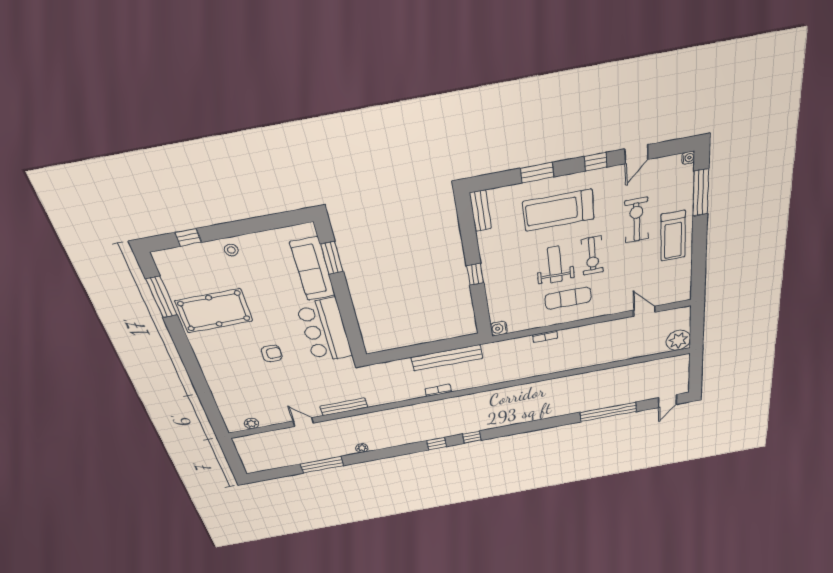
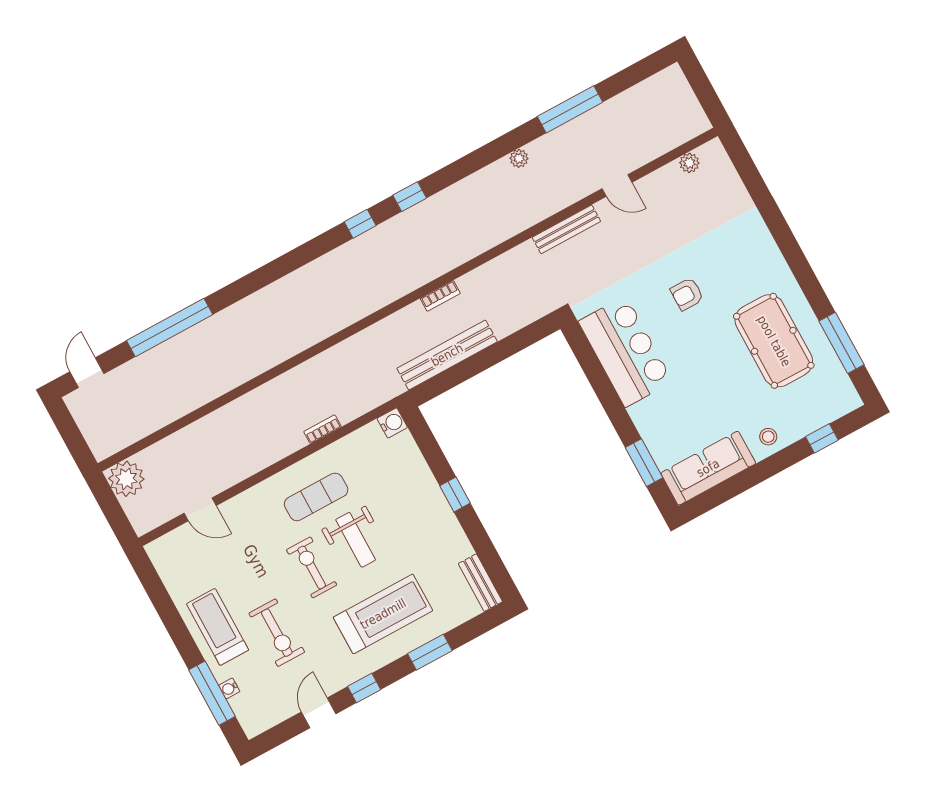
water cooler: (688, 158) -> (229, 688), moved
sofa: (313, 269) -> (708, 468), moved, turned -90
pool table: (214, 311) -> (774, 341), turned 90

